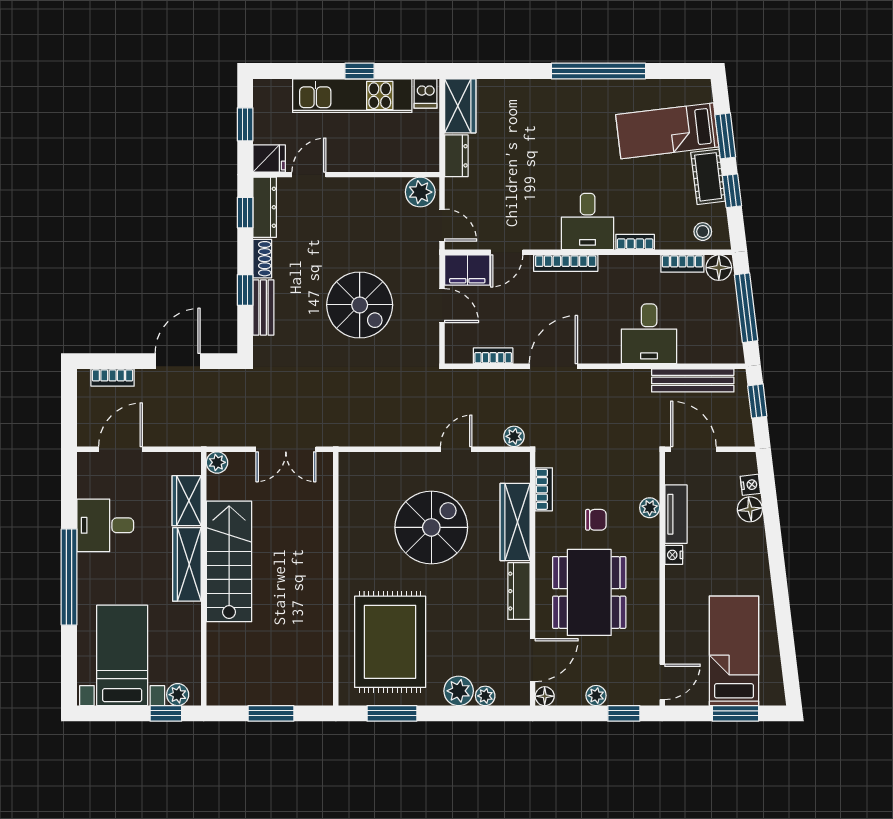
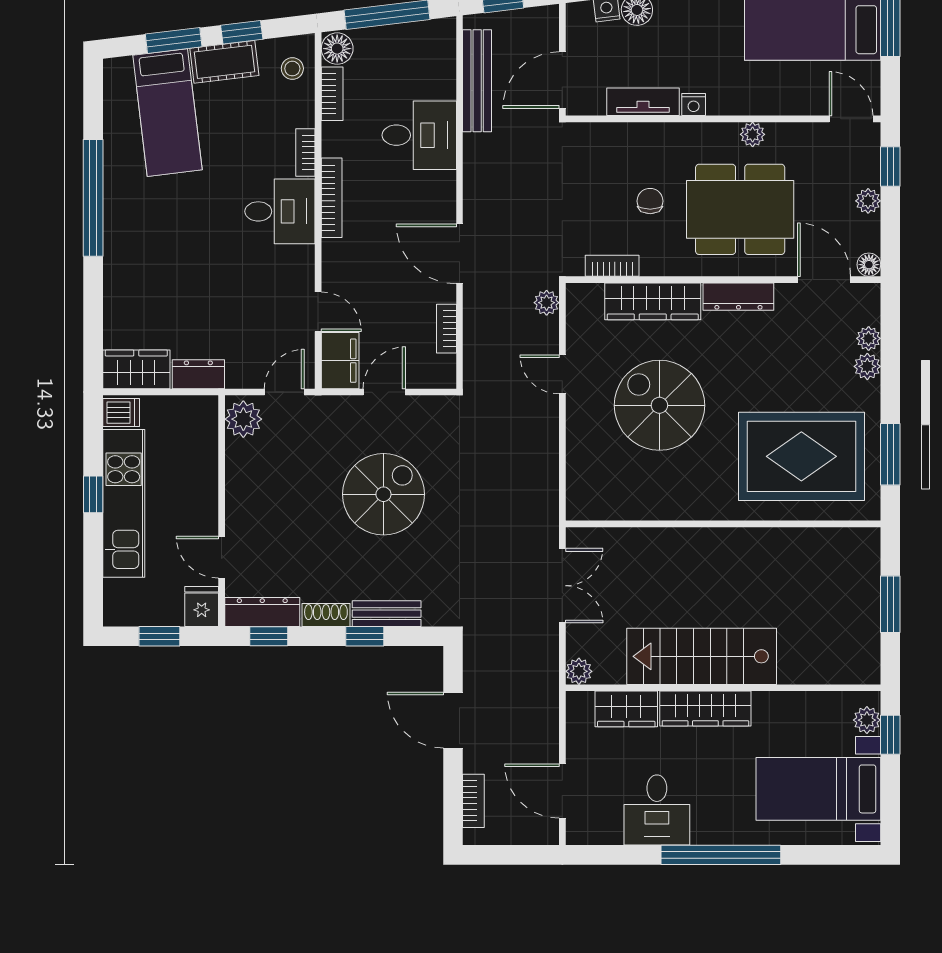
bookcase: (566, 263) -> (332, 198), moved
plant: (650, 508) -> (753, 134), moved
plant: (459, 691) -> (867, 366), width x0.73, depth x0.73

